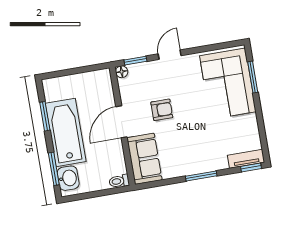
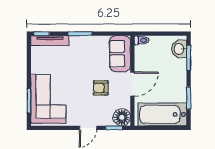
floor lamp: (122, 72) -> (122, 117), width x1.89, depth x1.89
bathtub: (66, 132) -> (162, 114), moved, turned 90
tv unit: (246, 159) -> (50, 41), width x1.41

